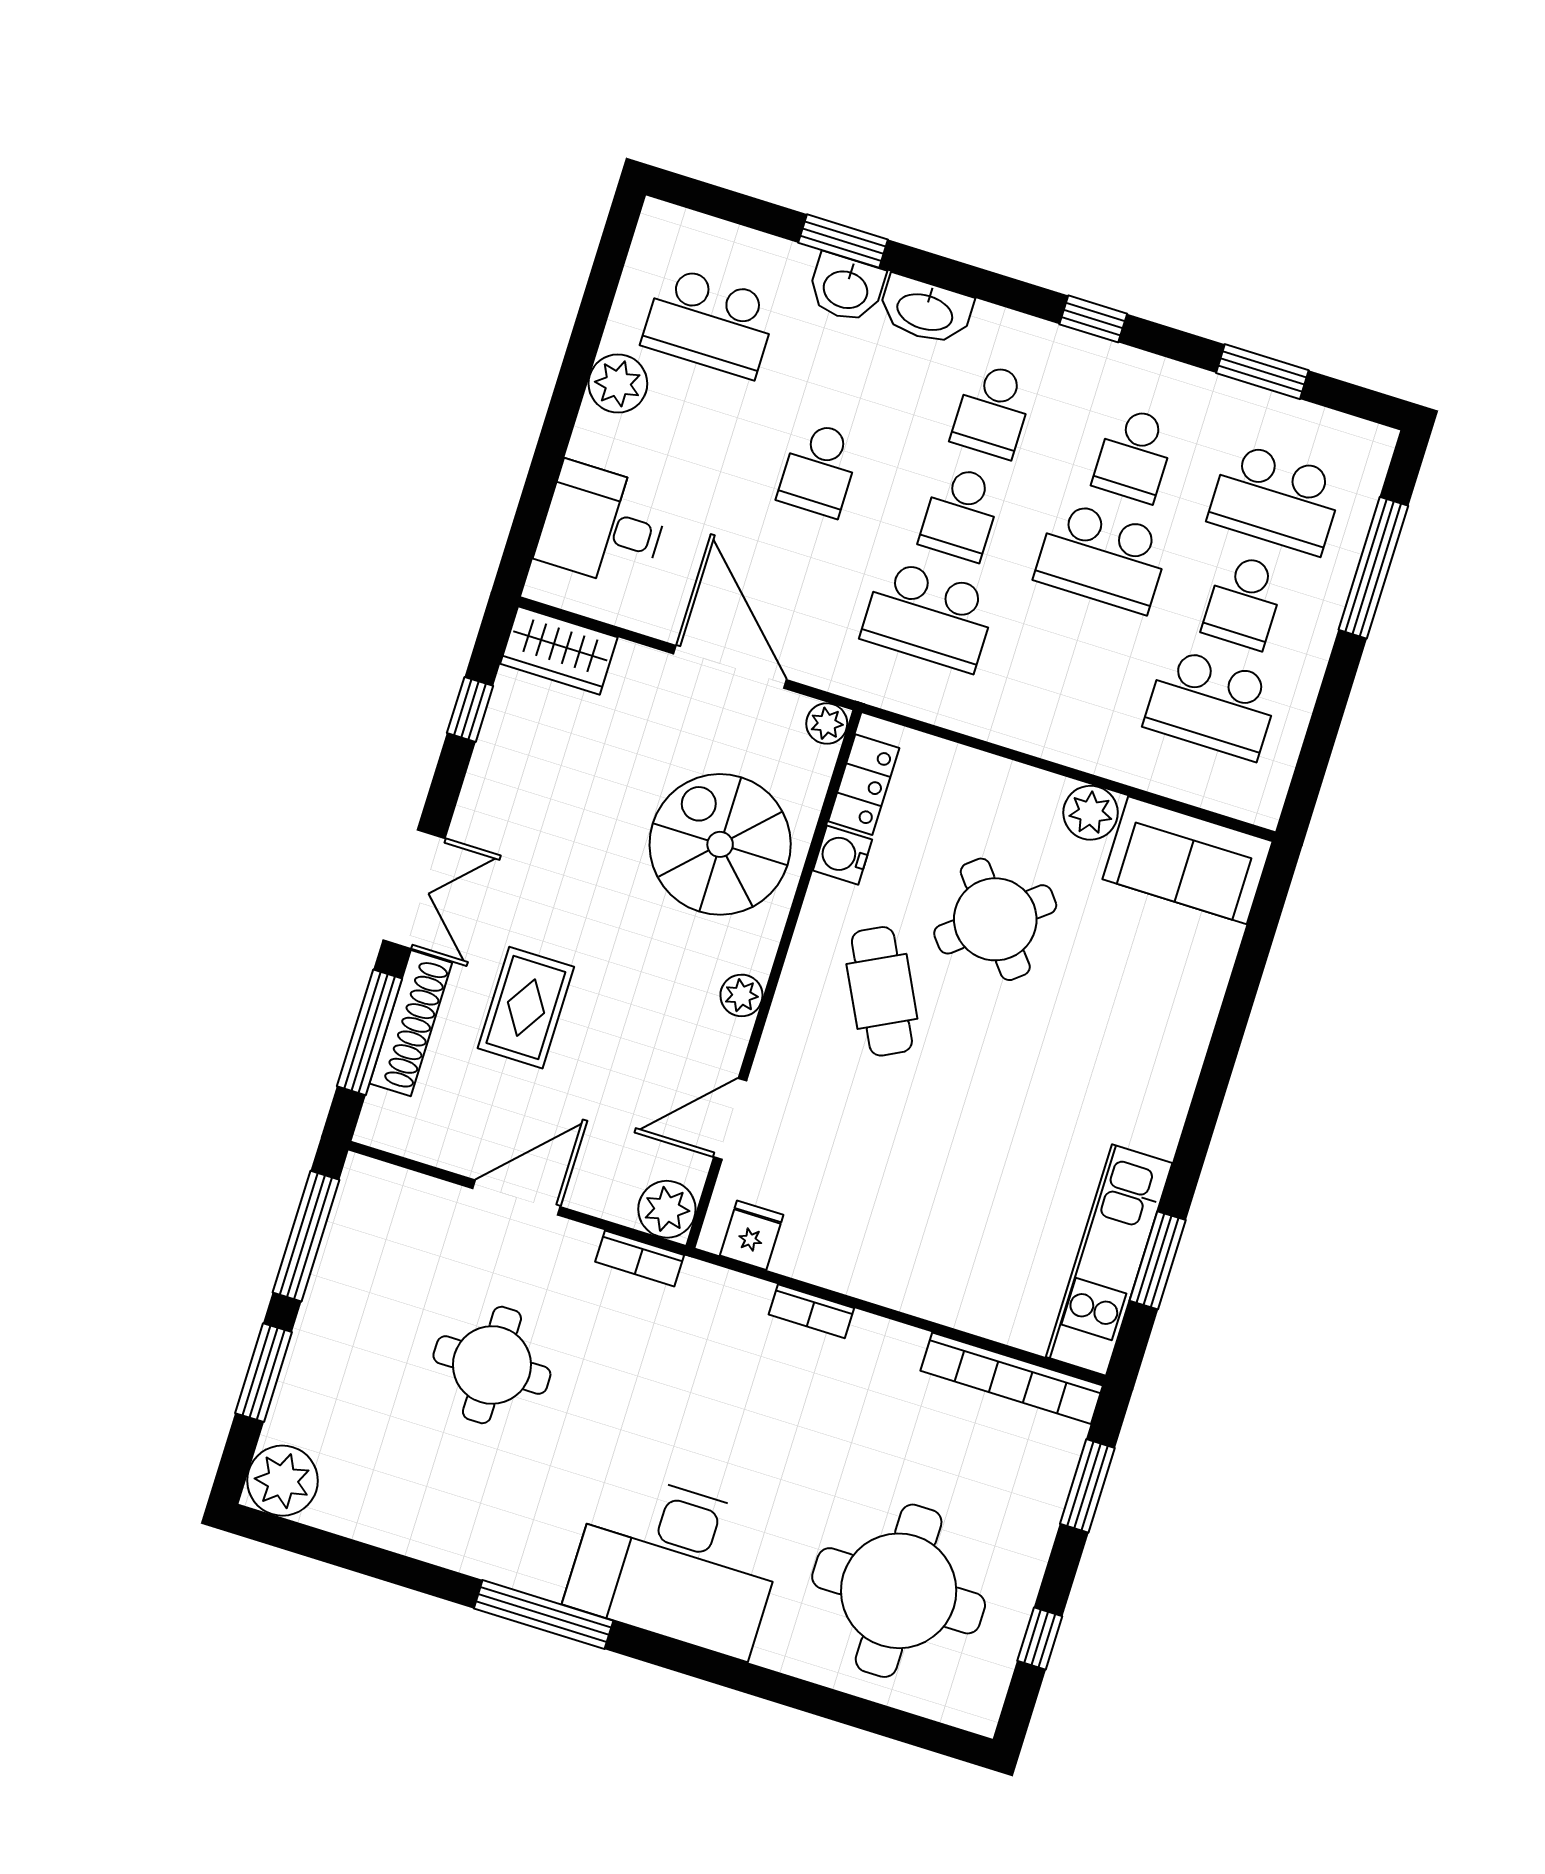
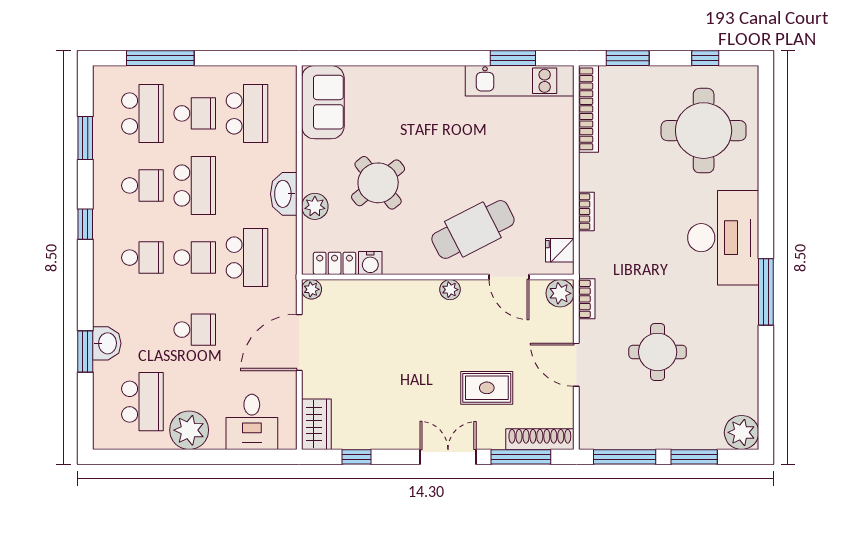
washbasin: (925, 311) -> (284, 194), moved, turned 180
plant: (618, 384) -> (189, 430), width x1.36, depth x1.36
plant: (1091, 813) -> (315, 206), moved
spiral stairs: (720, 844) -> (383, 321), removed
cafe table: (882, 991) -> (473, 229), moved, width x1.37, depth x1.35
shoe rack: (411, 1023) -> (540, 439), moved

